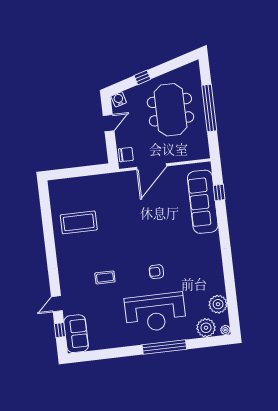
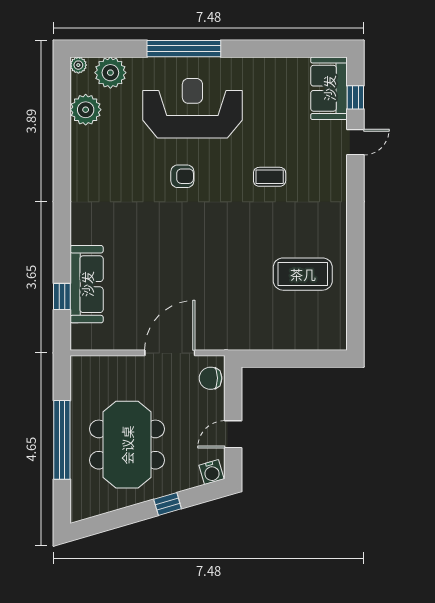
sofa: (203, 202) -> (87, 284), width x0.74, depth x0.79

